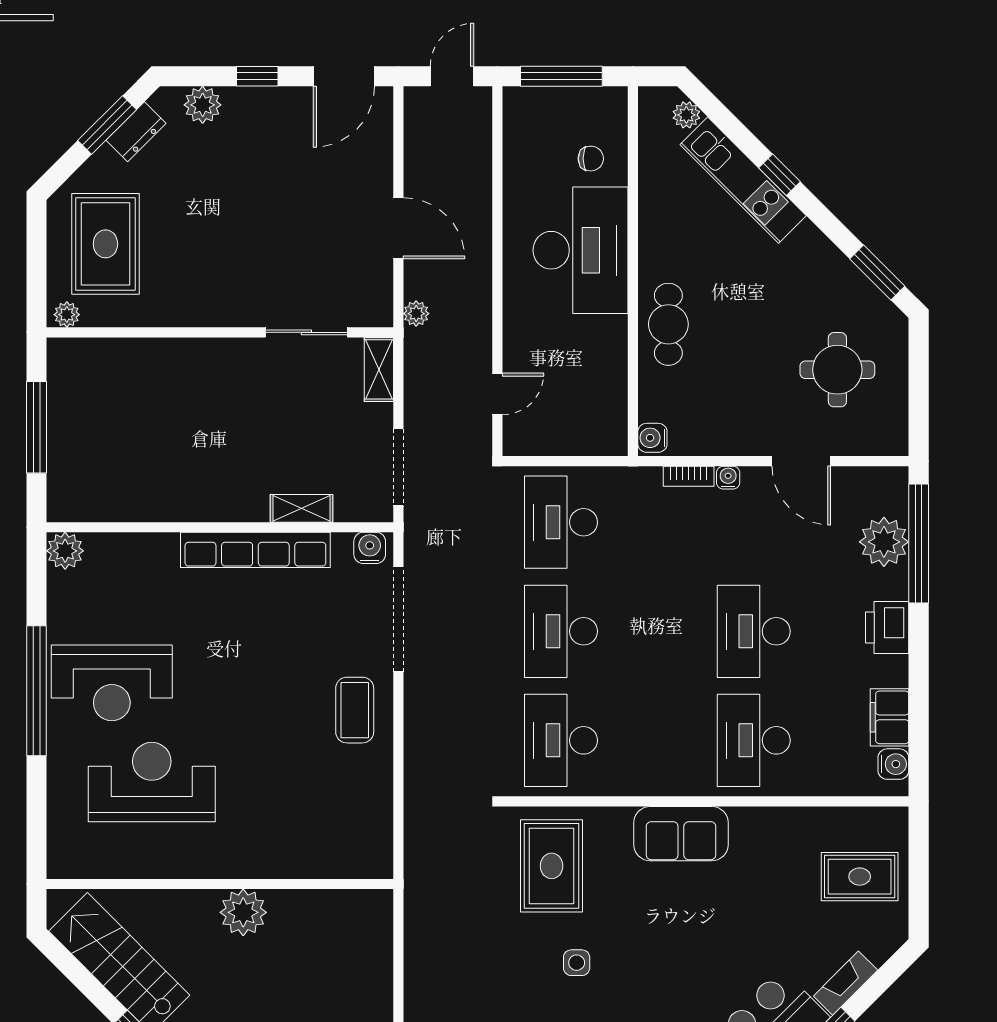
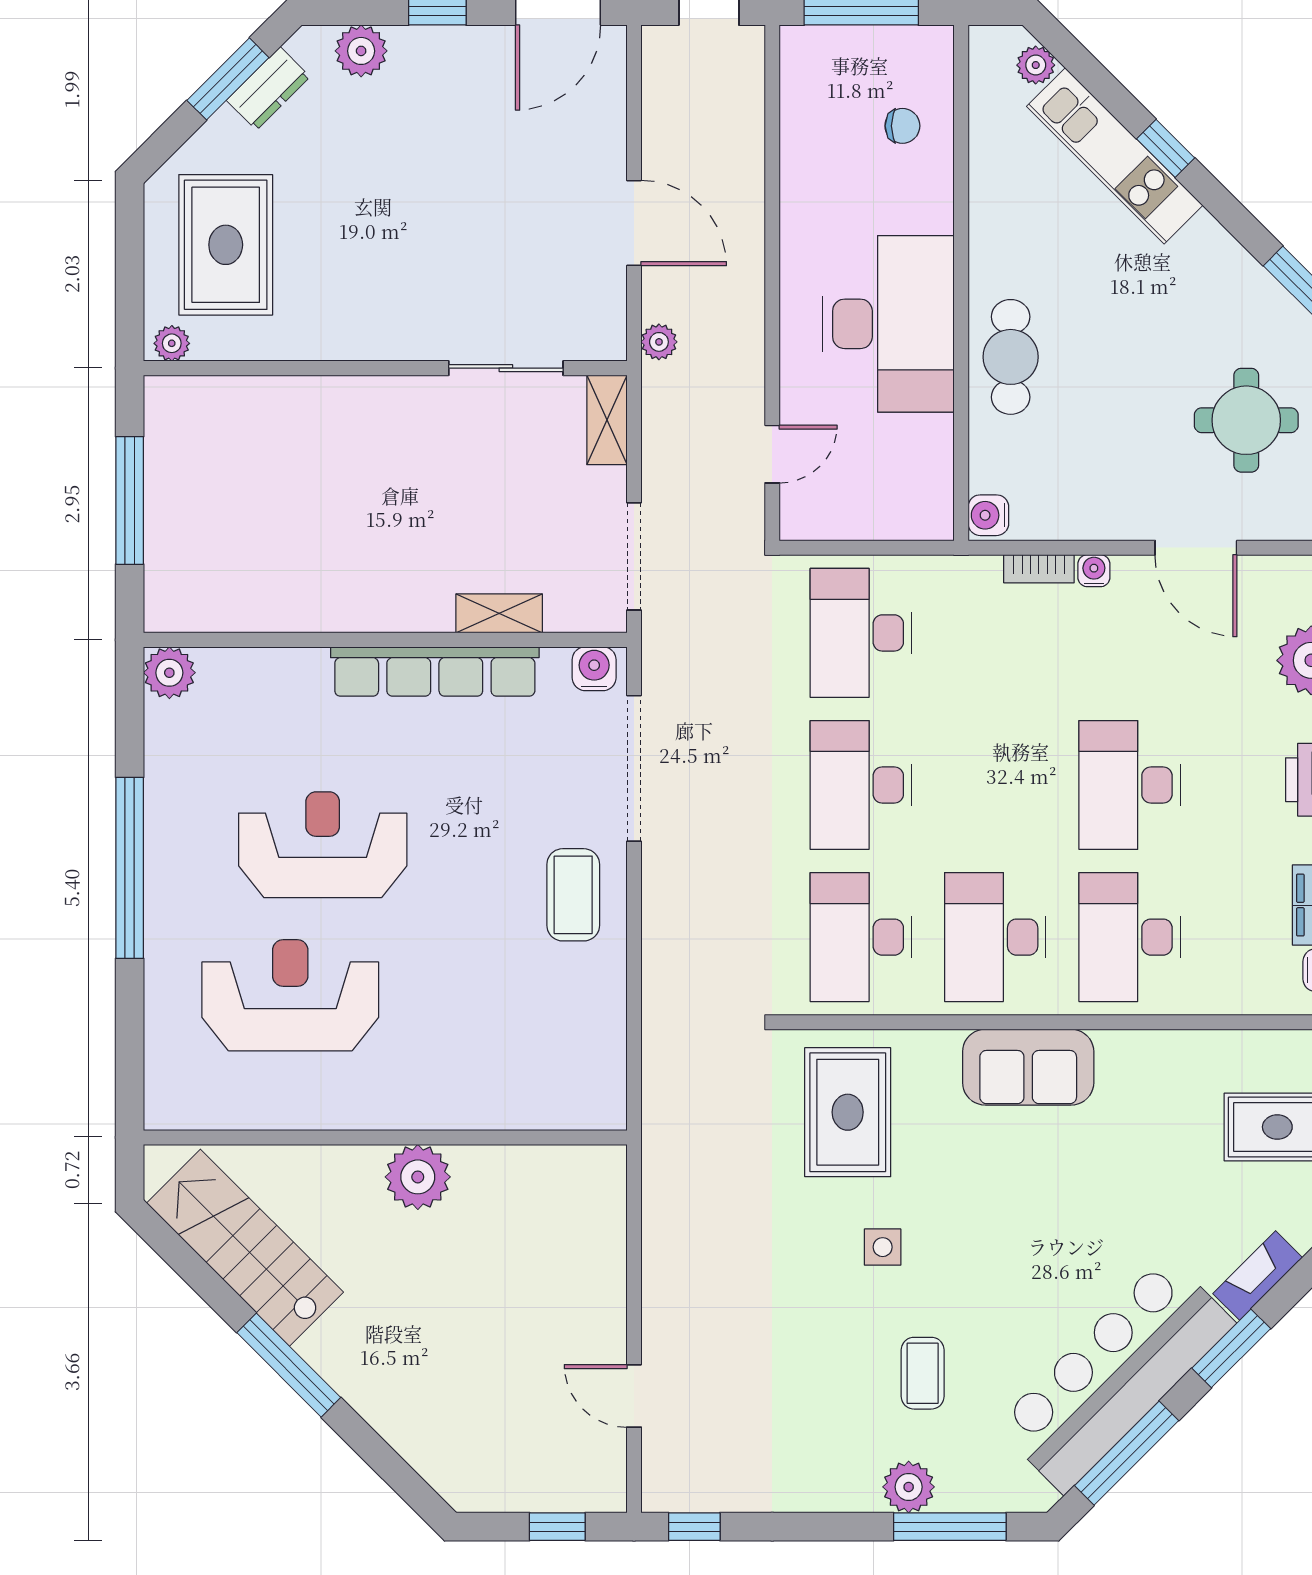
desk: (581, 250) -> (888, 324), moved
reception desk: (112, 683) -> (323, 845), moved, turned 180
desk: (657, 740) -> (995, 937), added

